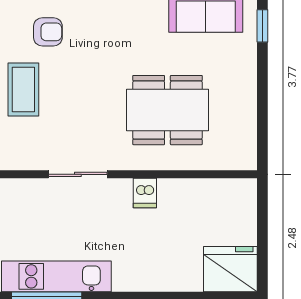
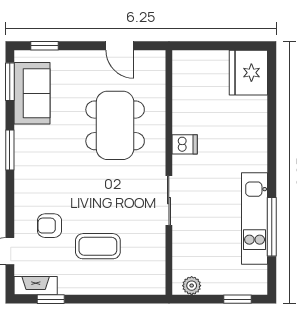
armchair: (48, 32) -> (50, 226), turned -90
door: (262, 116) -> (120, 46), added

